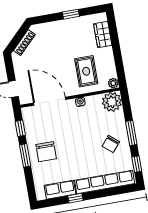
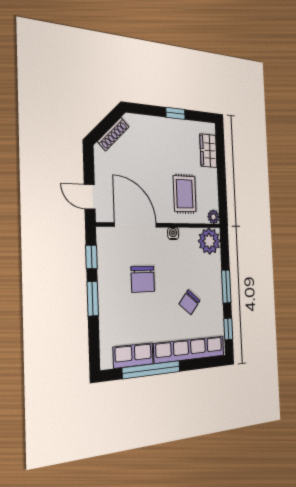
chair: (111, 144) -> (190, 302), moved
chair: (46, 152) -> (143, 279), moved
window: (75, 198) -> (152, 370), width x3.17

